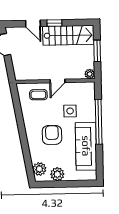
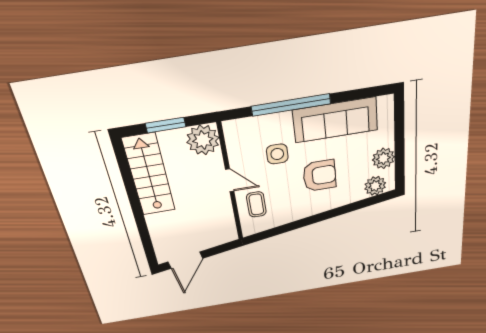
door: (33, 23) -> (143, 229), removed
window: (54, 23) -> (134, 199), removed
plant: (90, 74) -> (203, 140), width x1.87, depth x1.87
armchair: (52, 135) -> (320, 176), turned 180

